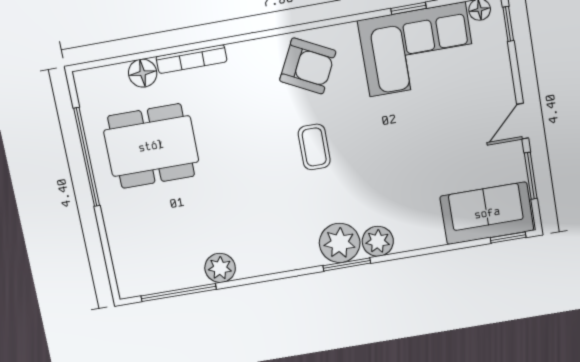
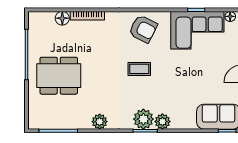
dining table: (151, 146) -> (59, 76), moved
coffee table: (314, 147) -> (139, 69), turned 90
plant: (220, 268) -> (100, 122), moved

